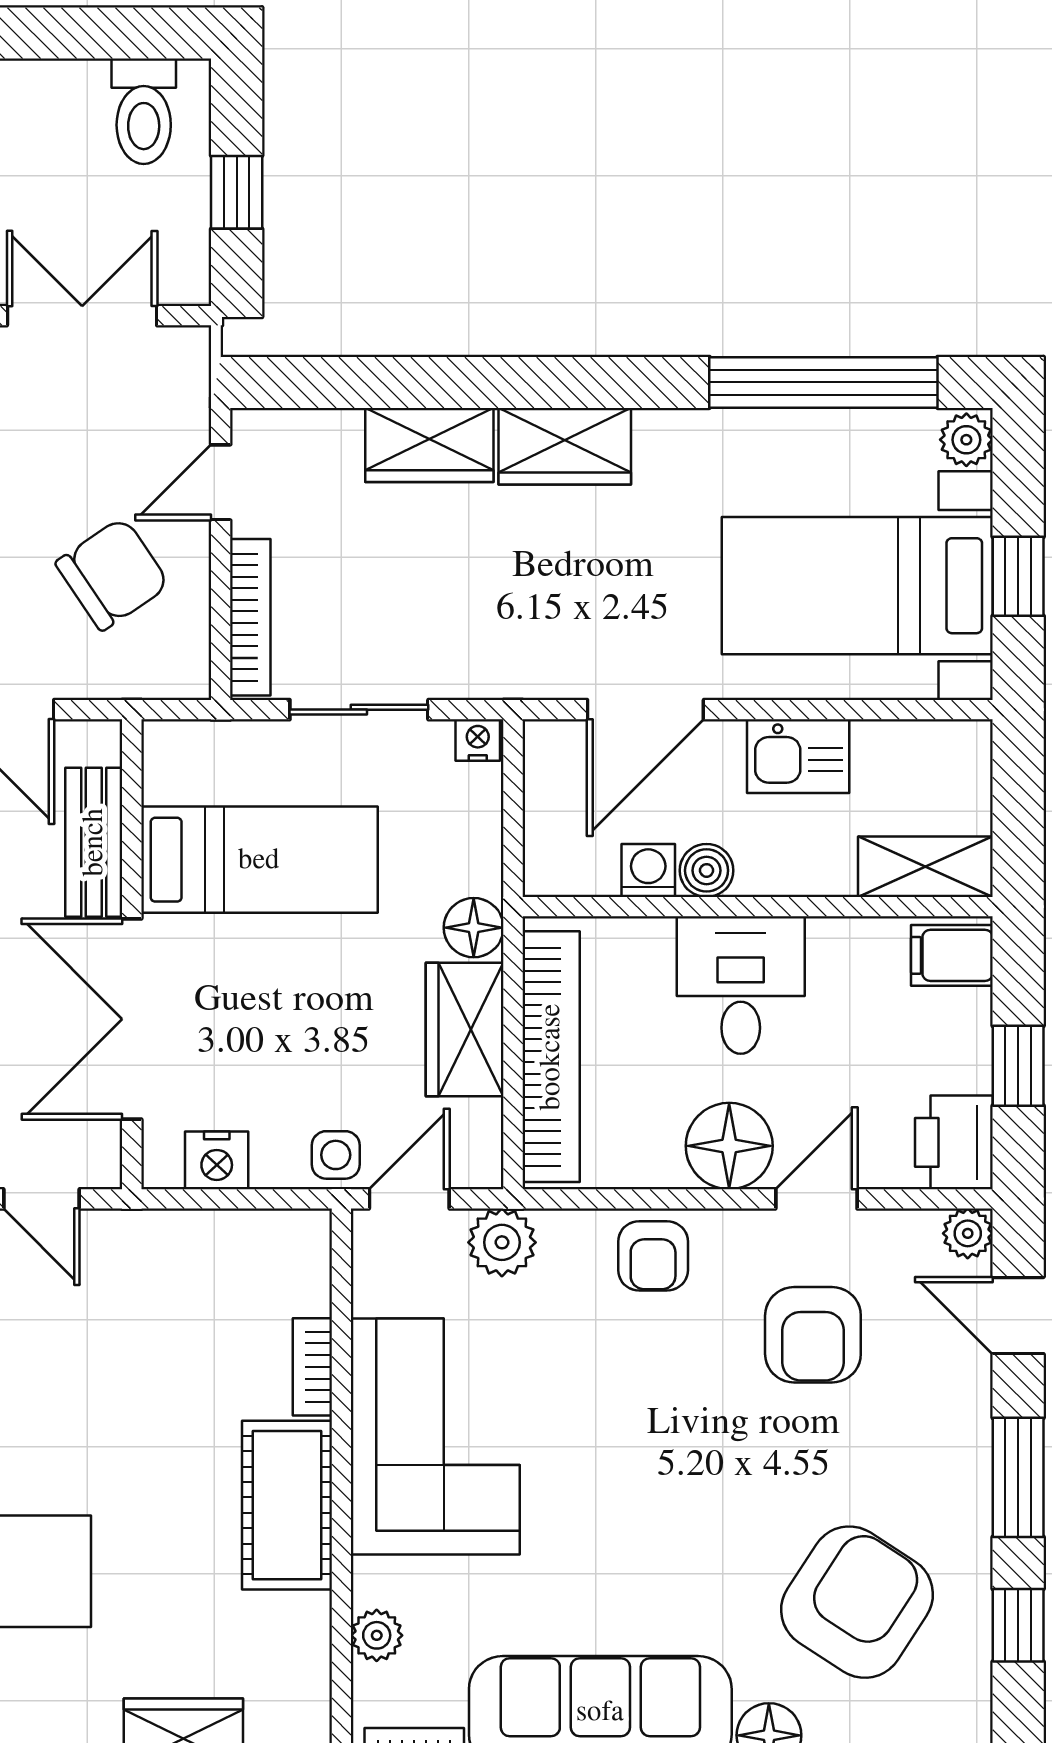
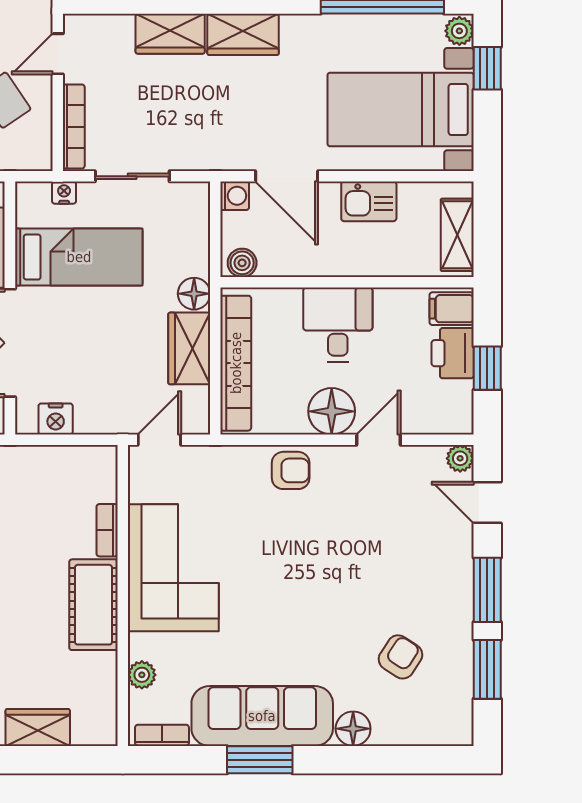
window: (1018, 576) -> (487, 68), moved
door: (645, 710) -> (287, 176), hinge flipped
nightstand: (478, 740) -> (64, 193), moved
shelving: (925, 867) -> (457, 235), moved, turned 90
washing machine: (648, 870) -> (235, 196), moved, turned 90
boiler: (707, 870) -> (242, 263), moved
printer: (954, 1142) -> (453, 353), moved
side table: (336, 1155) -> (120, 416), removed
plant: (502, 1242) -> (209, 463), removed
armchair: (653, 1256) -> (291, 470), turned -90
armchair: (813, 1335) -> (377, 513), removed
armchair: (857, 1602) -> (400, 657), width x0.53, depth x0.53
window: (1018, 1625) -> (487, 669), width x1.50

